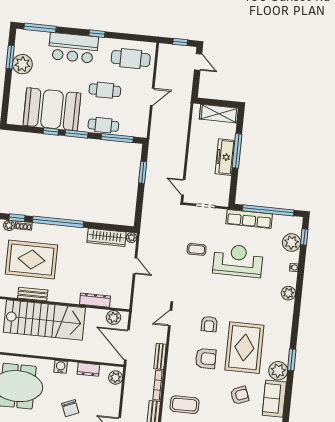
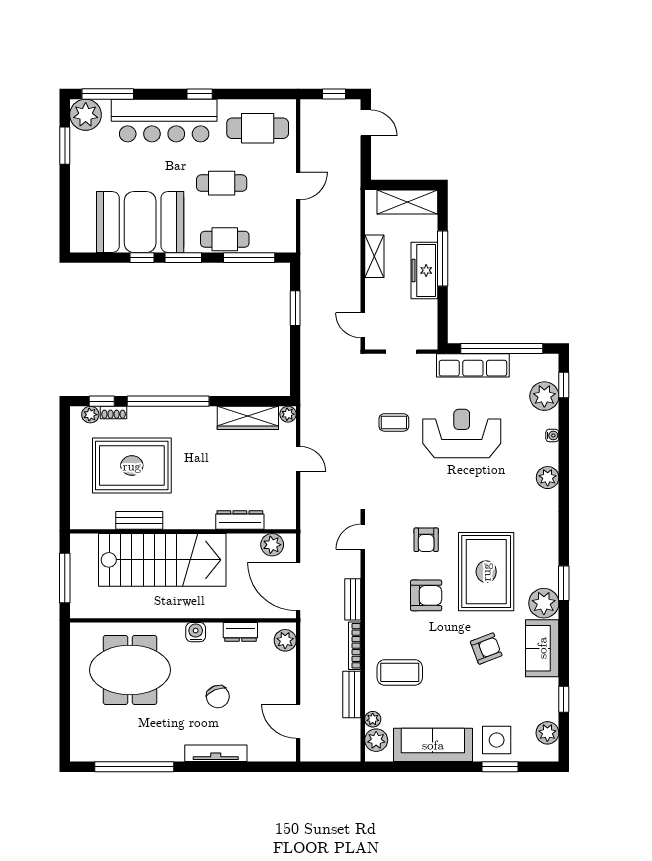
bar counter: (73, 48) -> (164, 121), width x1.36
plant: (22, 64) -> (86, 115), moved
shelving: (195, 145) -> (374, 256), added

